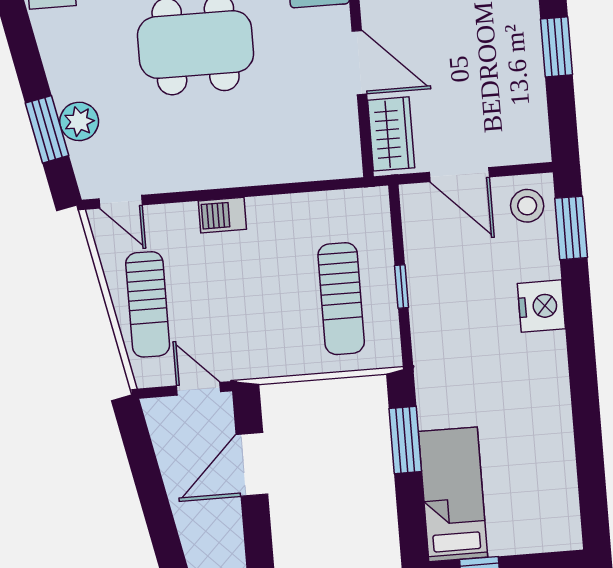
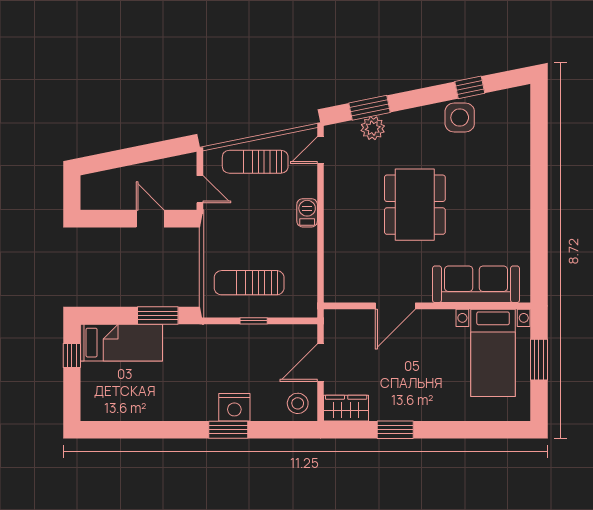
wardrobe: (391, 134) -> (346, 408), moved, turned 180
window: (571, 228) -> (228, 430), moved
door: (199, 389) -> (200, 189), hinge flipped
door: (252, 464) -> (150, 219), width x0.73

